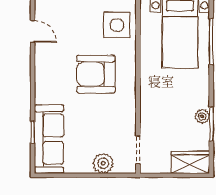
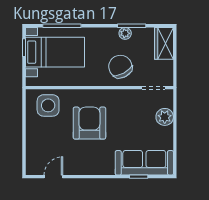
armchair: (96, 74) -> (89, 123), turned 180
chair: (163, 111) -> (120, 67), added

